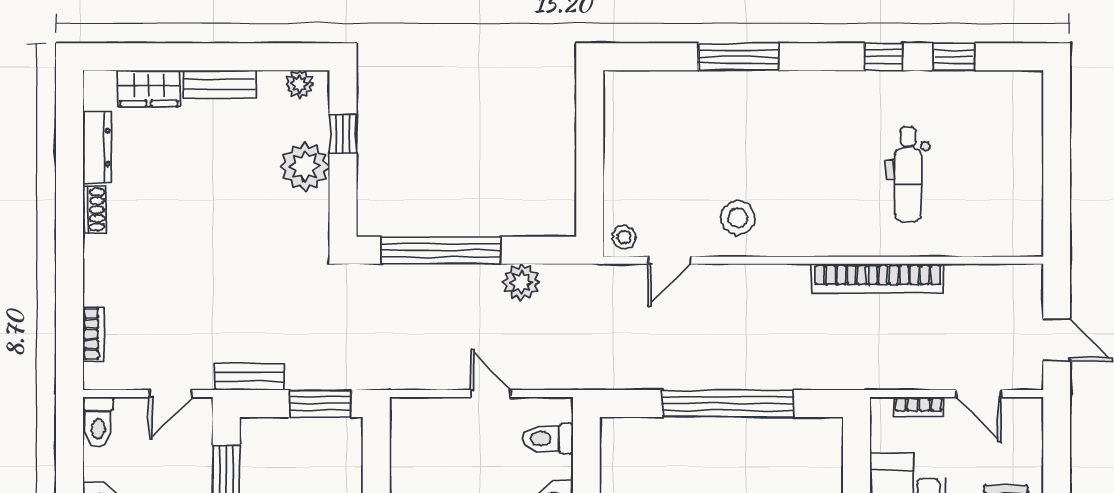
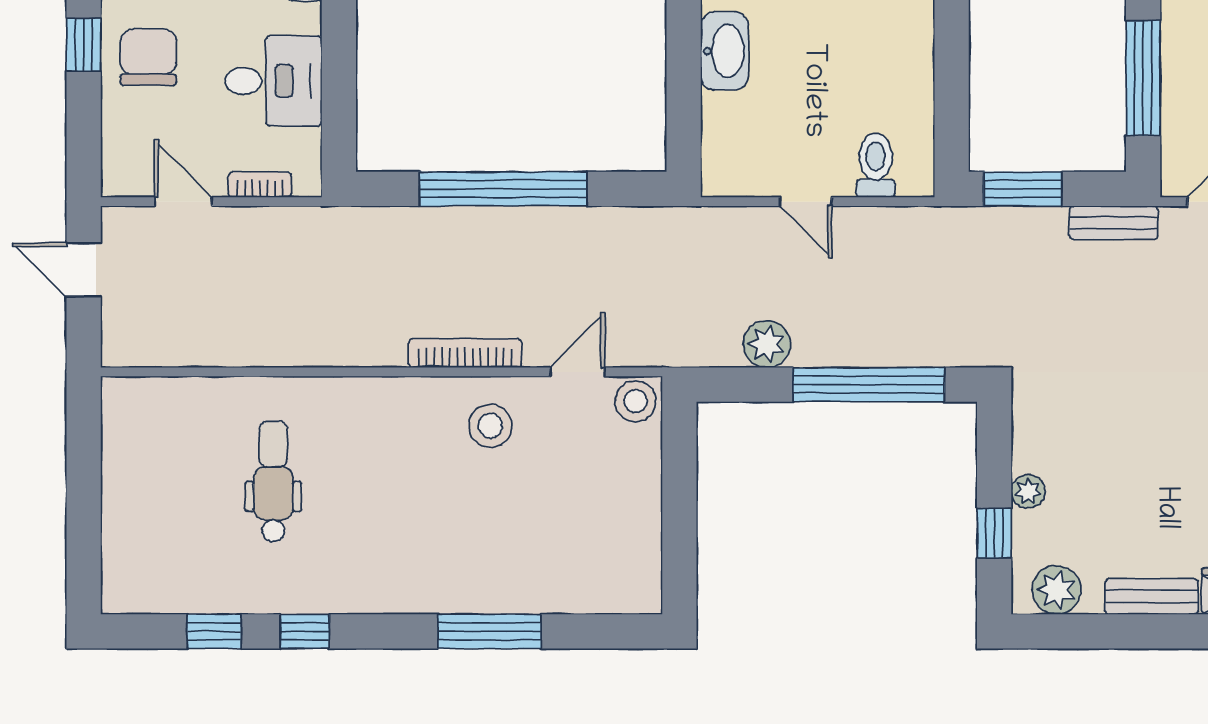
plant: (299, 84) -> (1056, 590), width x1.38, depth x1.38
plant: (305, 166) -> (1028, 491), width x0.53, depth x0.53
stool: (624, 237) -> (635, 401), width x1.37, depth x1.37
bookcase: (878, 278) -> (465, 353), moved, width x0.68, depth x0.76
toilet: (548, 439) -> (876, 165), moved, turned -90

